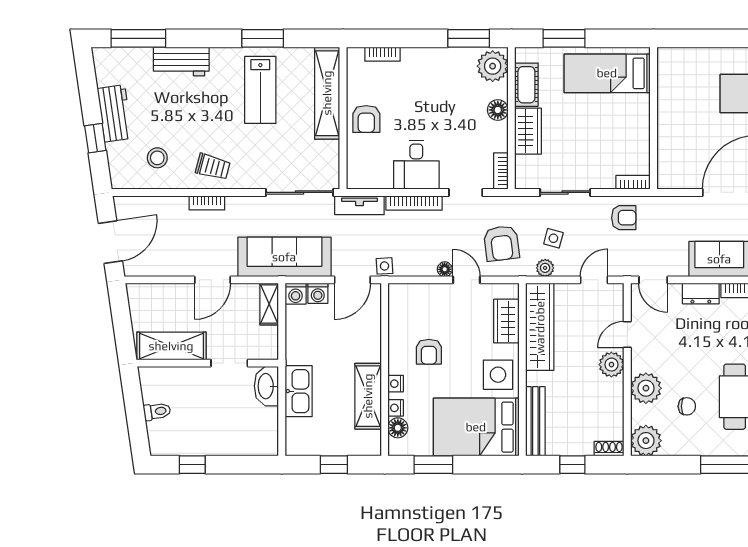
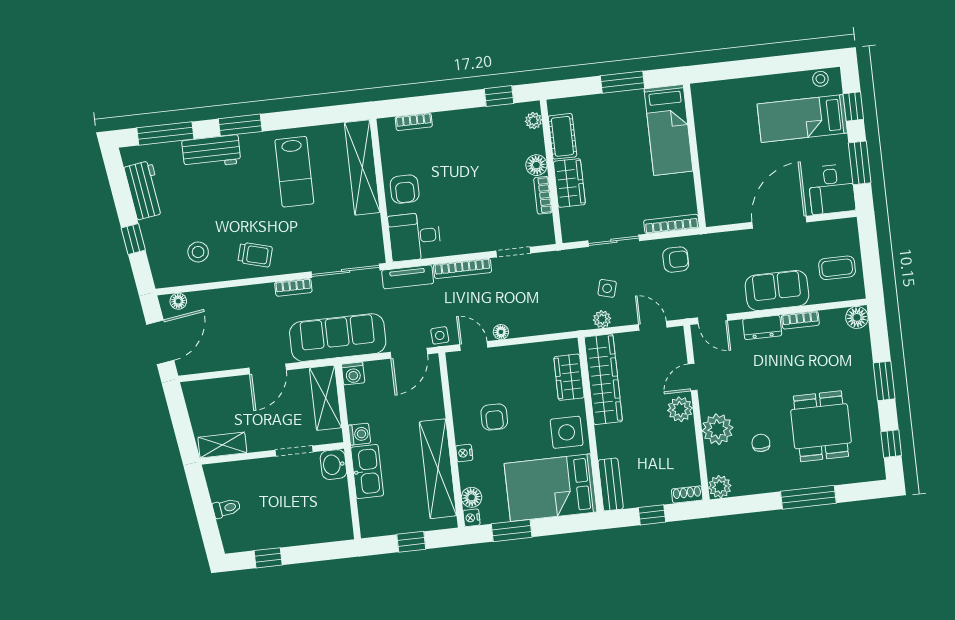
window: (263, 38) -> (240, 125), moved
window: (469, 38) -> (499, 96), width x0.67
window: (564, 38) -> (622, 82), moved
plant: (493, 66) -> (534, 121), width x0.53, depth x0.53
bed: (607, 73) -> (669, 130), moved, turned -90
workbench: (115, 113) -> (144, 190), moved
desk: (416, 165) -> (415, 237), moved, turned 90
bookcase: (501, 171) -> (543, 195), moved
bookcase: (633, 182) -> (671, 224), width x1.56
bookcase: (207, 203) -> (293, 287), moved
floor lamp: (133, 204) -> (178, 301), added
armchair: (501, 243) -> (555, 299), removed
door: (466, 280) -> (474, 346), moved
door: (594, 280) -> (653, 326), hinge flipped
washing machine: (318, 293) -> (359, 434), moved, turned -90
shelving: (269, 304) -> (326, 398), width x1.50, depth x1.33
shelving: (171, 346) -> (222, 445), width x0.67, depth x0.75
washbasin: (266, 386) -> (333, 465), width x0.72
shelving: (368, 396) -> (438, 469), width x1.47
chair: (687, 406) -> (761, 443), turned -90
nightstand: (396, 408) -> (472, 518), moved
bench: (535, 421) -> (611, 484), width x0.73
plant: (646, 441) -> (720, 487), width x0.73, depth x0.73

